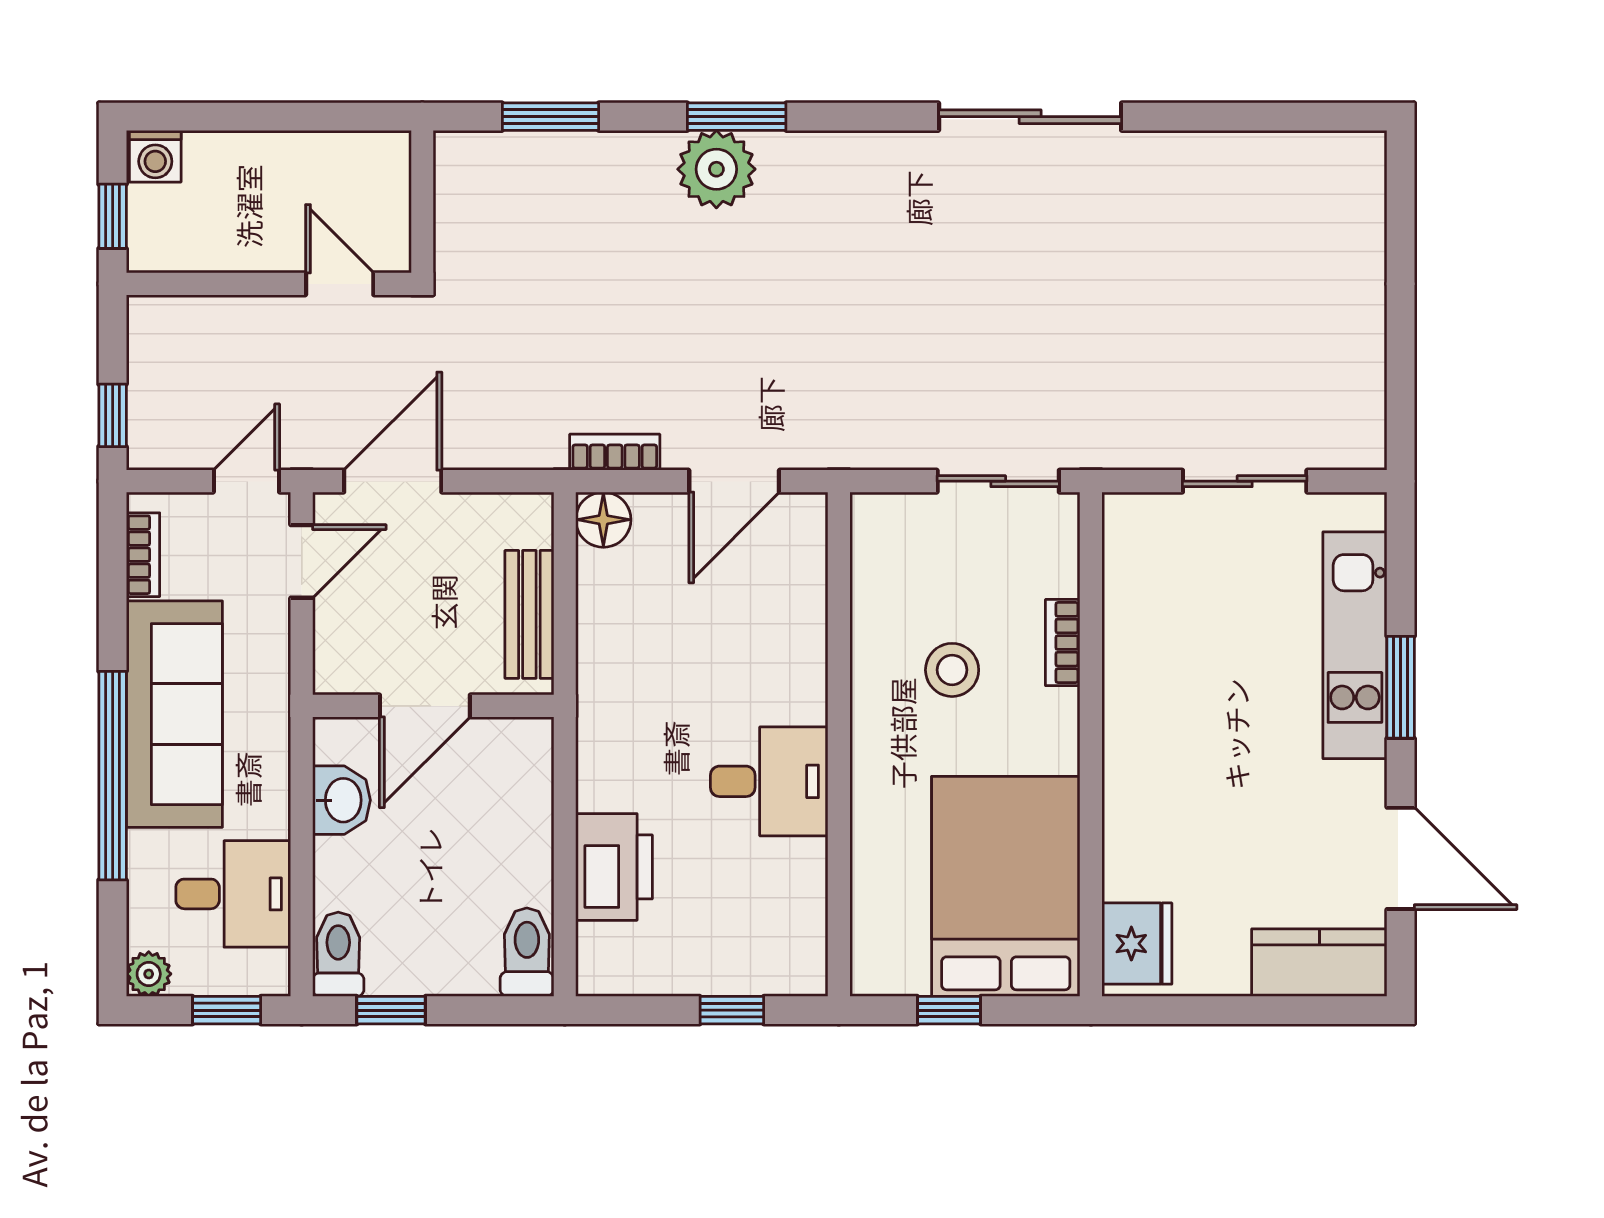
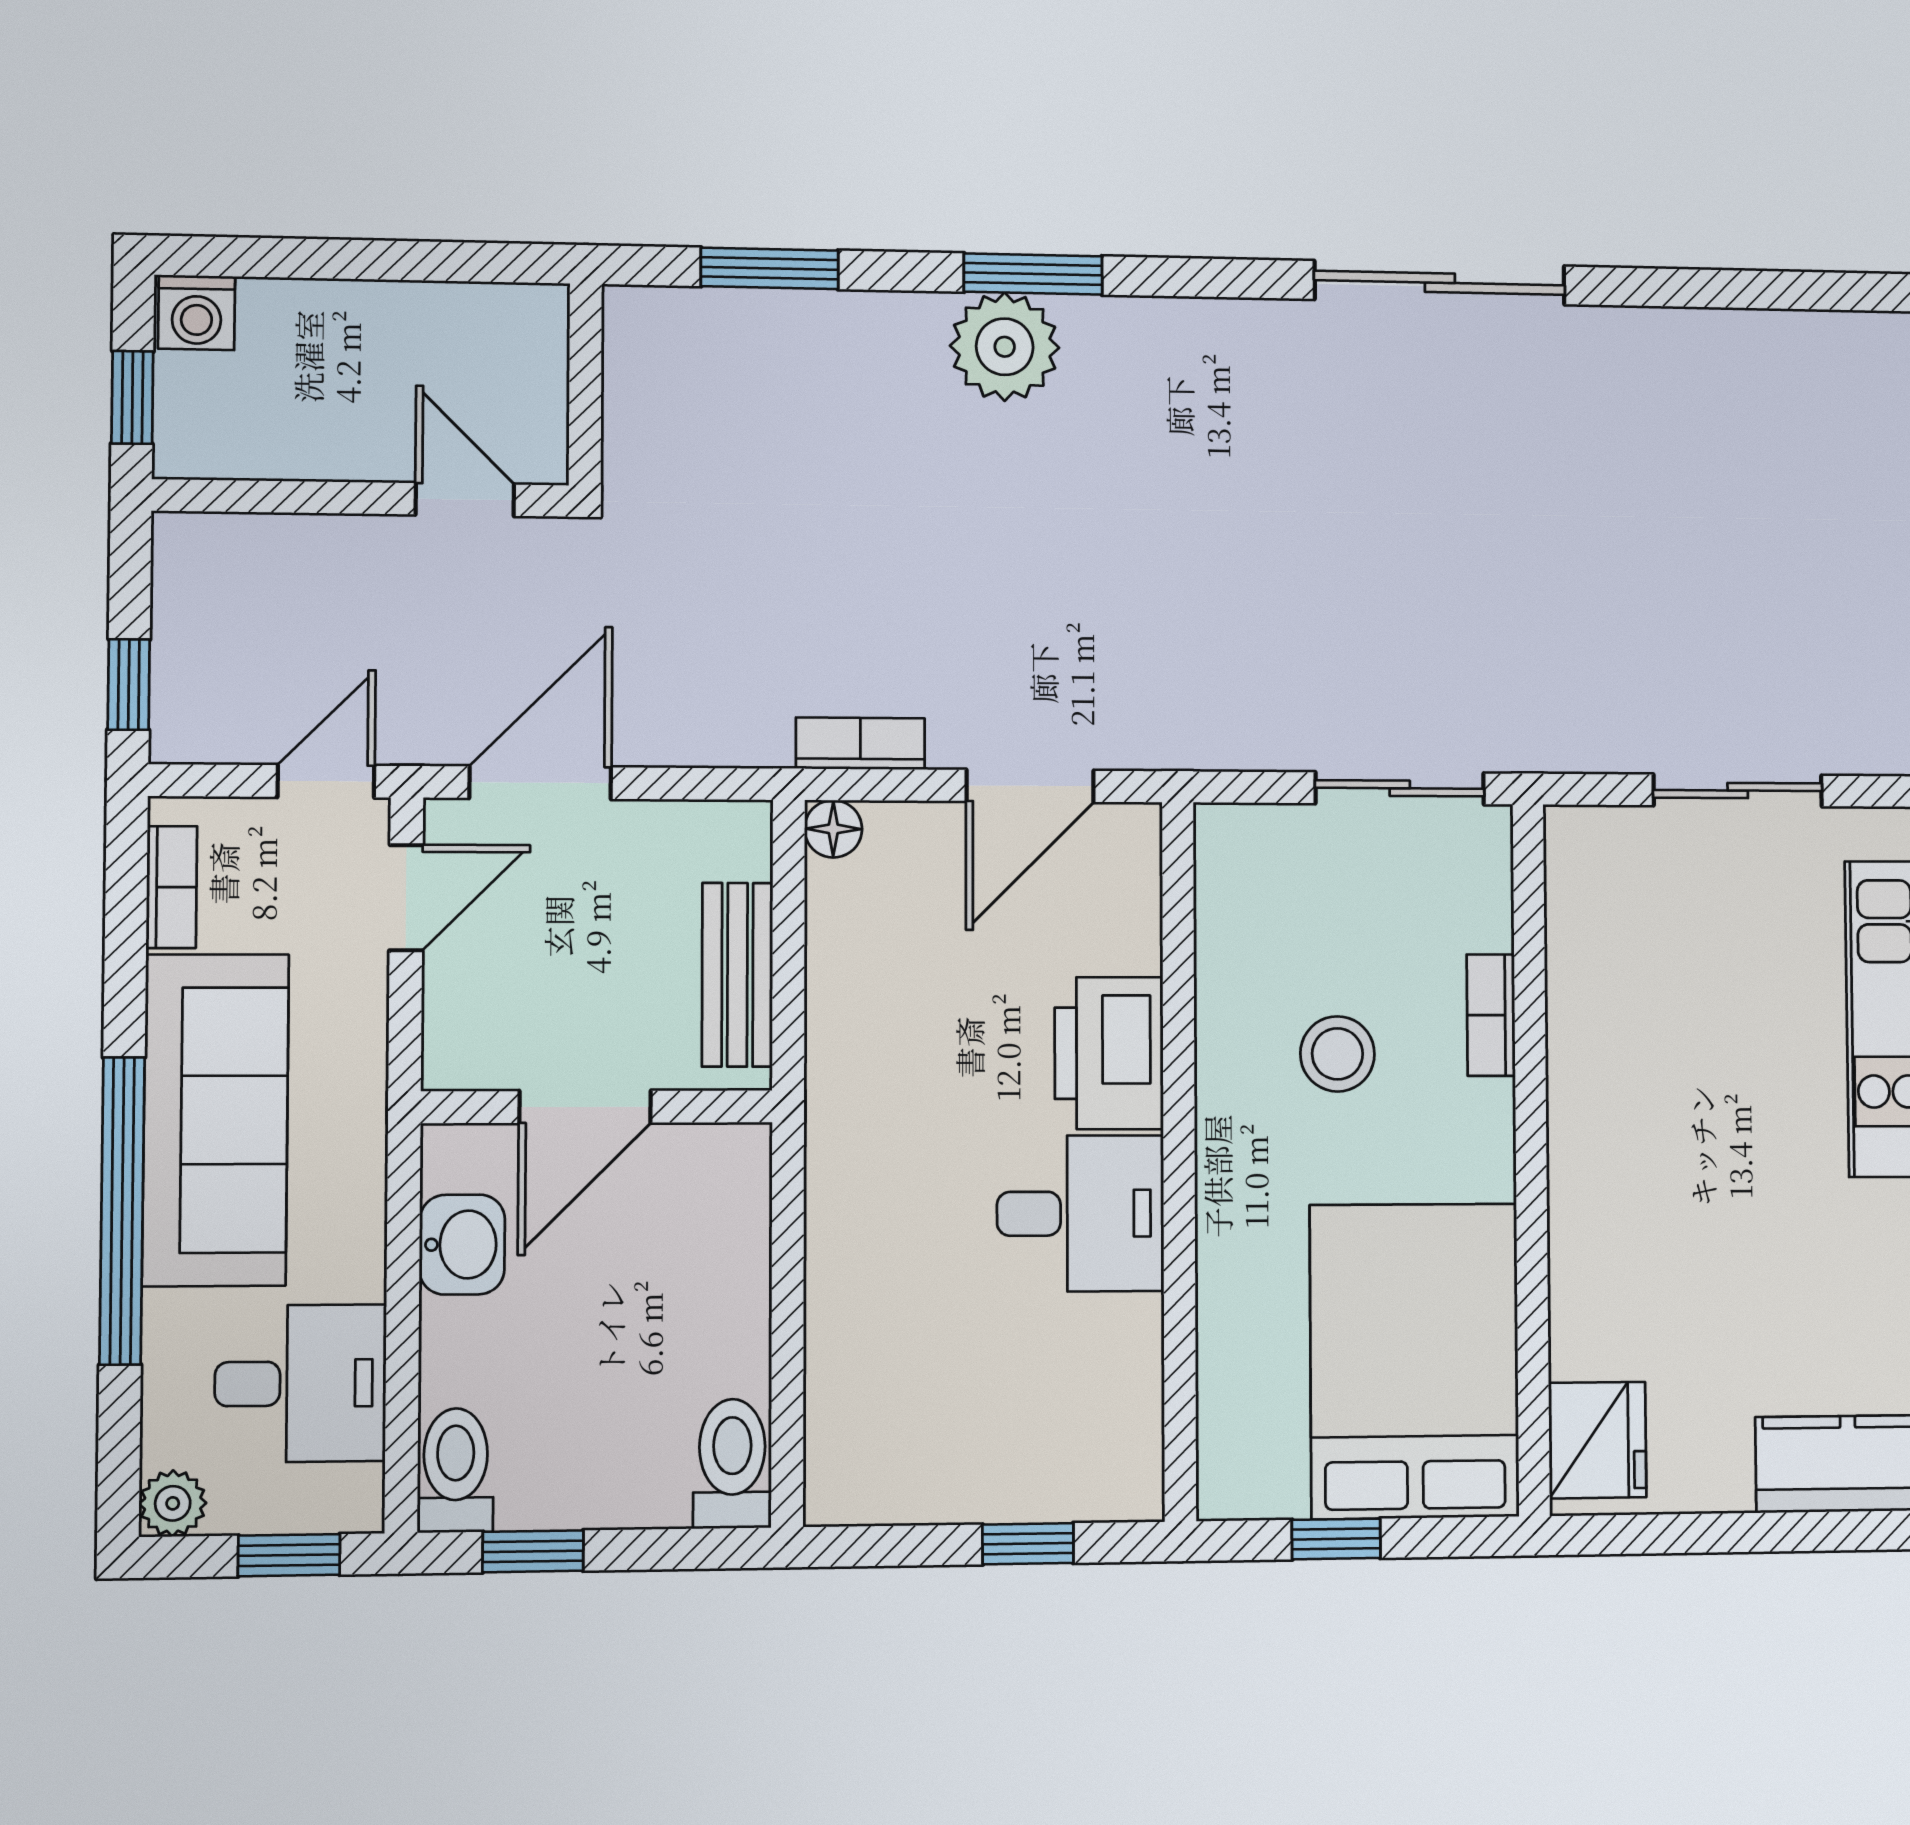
floor lamp: (603, 520) -> (833, 829), width x0.73, depth x0.73
printer: (614, 867) -> (1109, 1053), moved, turned 180

